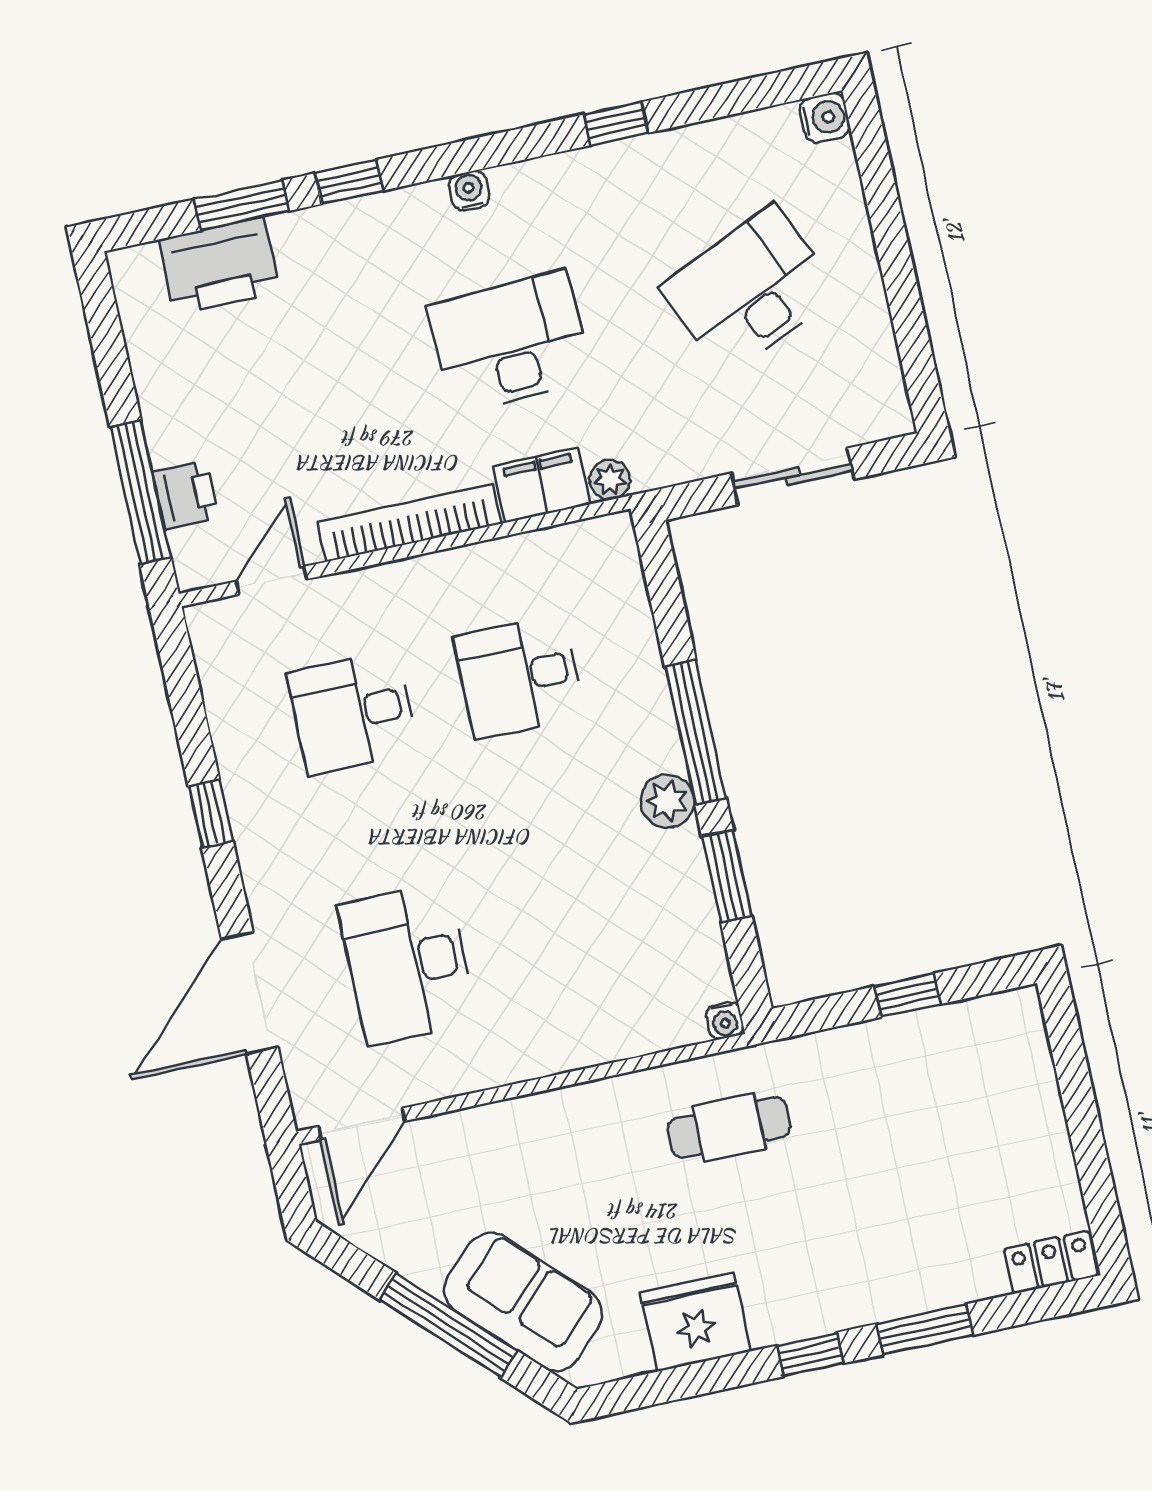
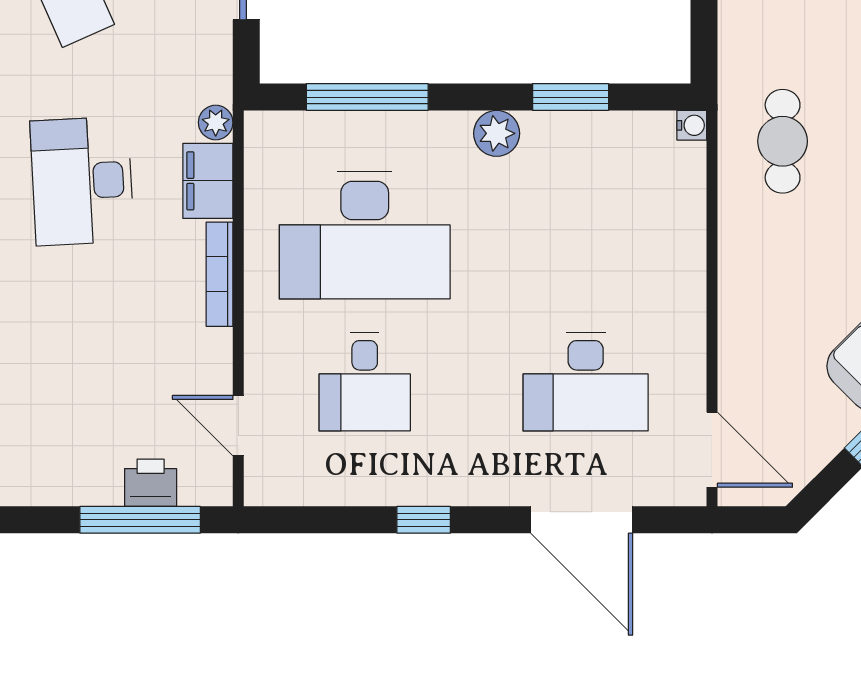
bookcase: (409, 523) -> (220, 274), width x0.68, depth x0.76
desk: (519, 677) -> (365, 235), width x1.87, depth x1.30
window: (696, 732) -> (367, 97), moved

